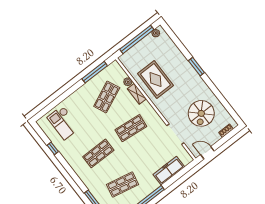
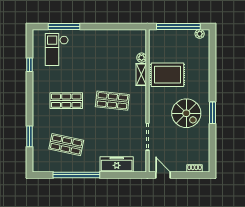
window: (196, 67) -> (212, 113), moved
window: (95, 72) -> (64, 26), moved
rug: (155, 80) -> (168, 75), turned 90
shop shelf: (107, 97) -> (112, 57), removed
spiral stairs: (201, 113) -> (186, 113), moved, turned -90

